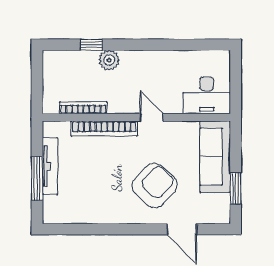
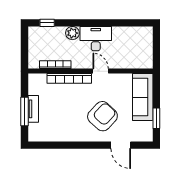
window: (91, 45) -> (47, 23), moved
desk: (207, 95) -> (96, 39), moved, turned 180
tv unit: (50, 166) -> (33, 109), width x0.71

